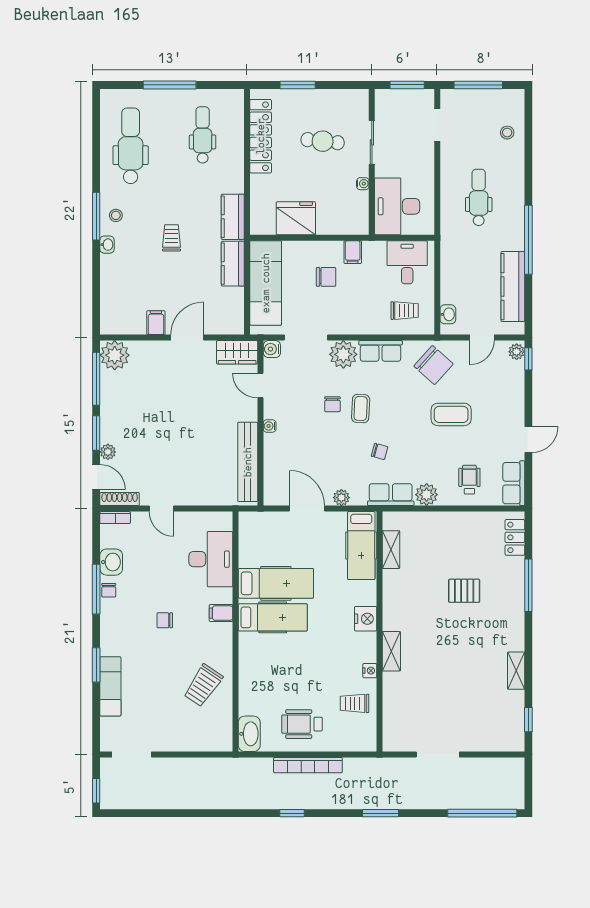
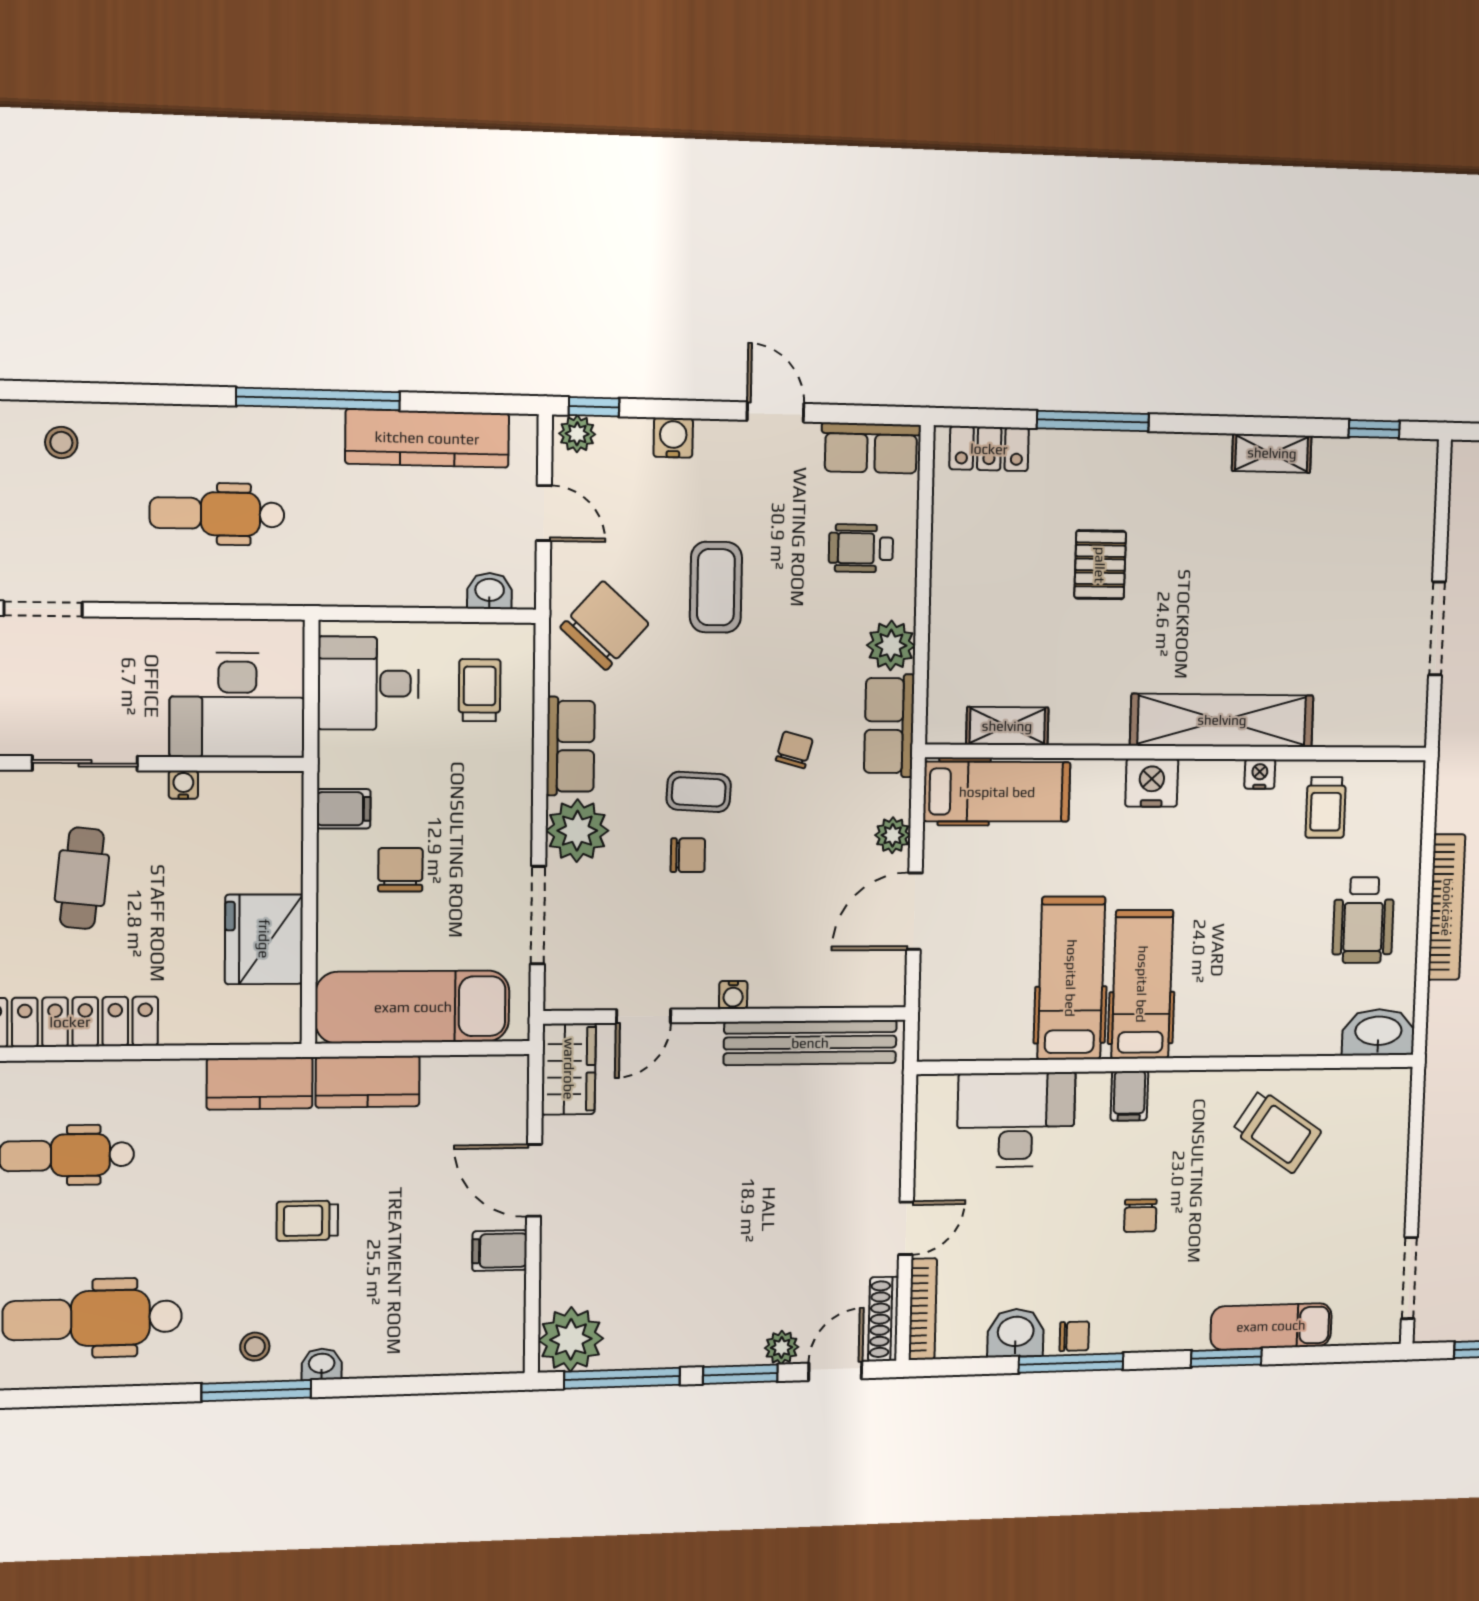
water cooler: (272, 349) -> (673, 438), moved, turned 180
bookcase: (115, 518) -> (923, 1309), width x1.56
shelving: (391, 651) -> (1222, 720), width x2.20, depth x1.33

